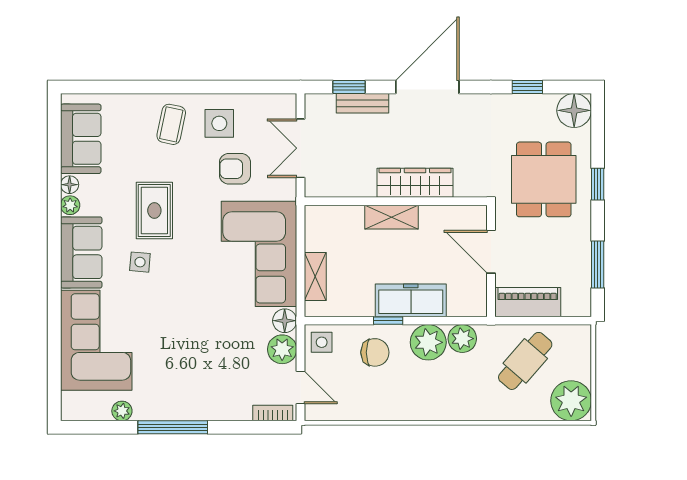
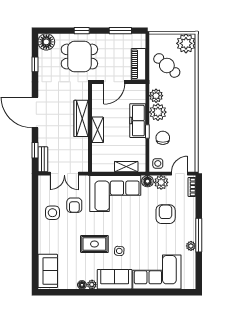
bench: (362, 103) -> (43, 159), moved
coffee table: (171, 124) -> (53, 236), removed
sofa: (81, 139) -> (48, 271), moved, turned 90
armchair: (216, 358) -> (166, 214), added
plant: (122, 411) -> (191, 246), moved

